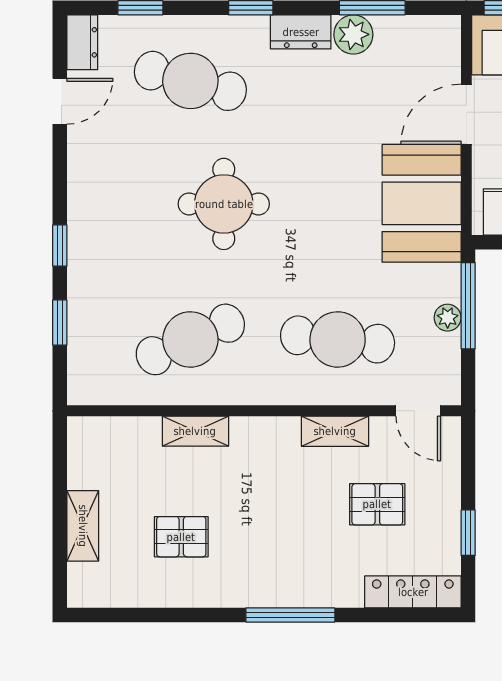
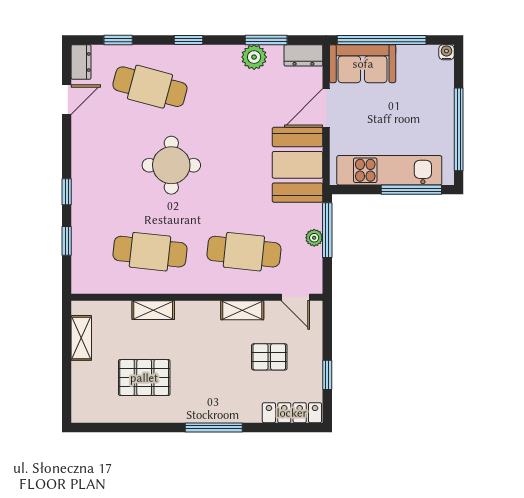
dresser: (301, 32) -> (303, 55), moved
cafe table: (190, 339) -> (150, 252), turned 30
shelving: (83, 526) -> (81, 338), moved
pallet: (181, 537) -> (144, 378), width x1.50, depth x1.42

